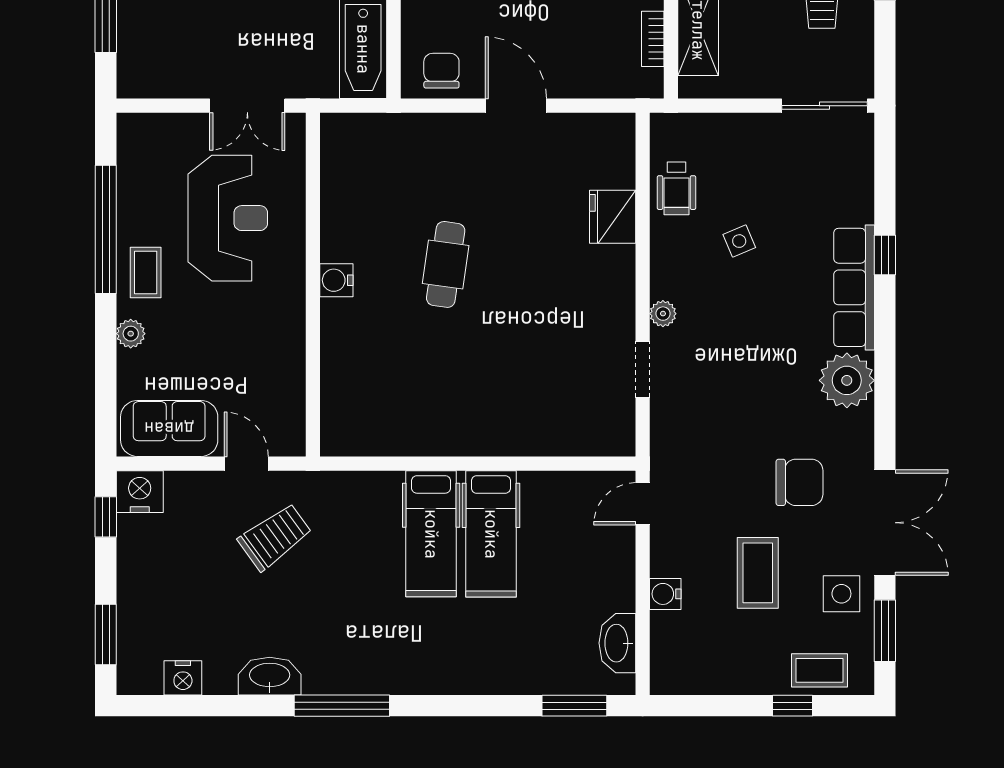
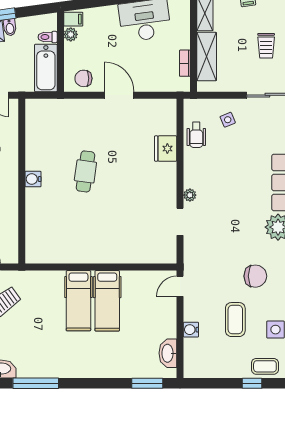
chair: (441, 71) -> (83, 78), turned -90
side table: (739, 241) -> (228, 120), moved

